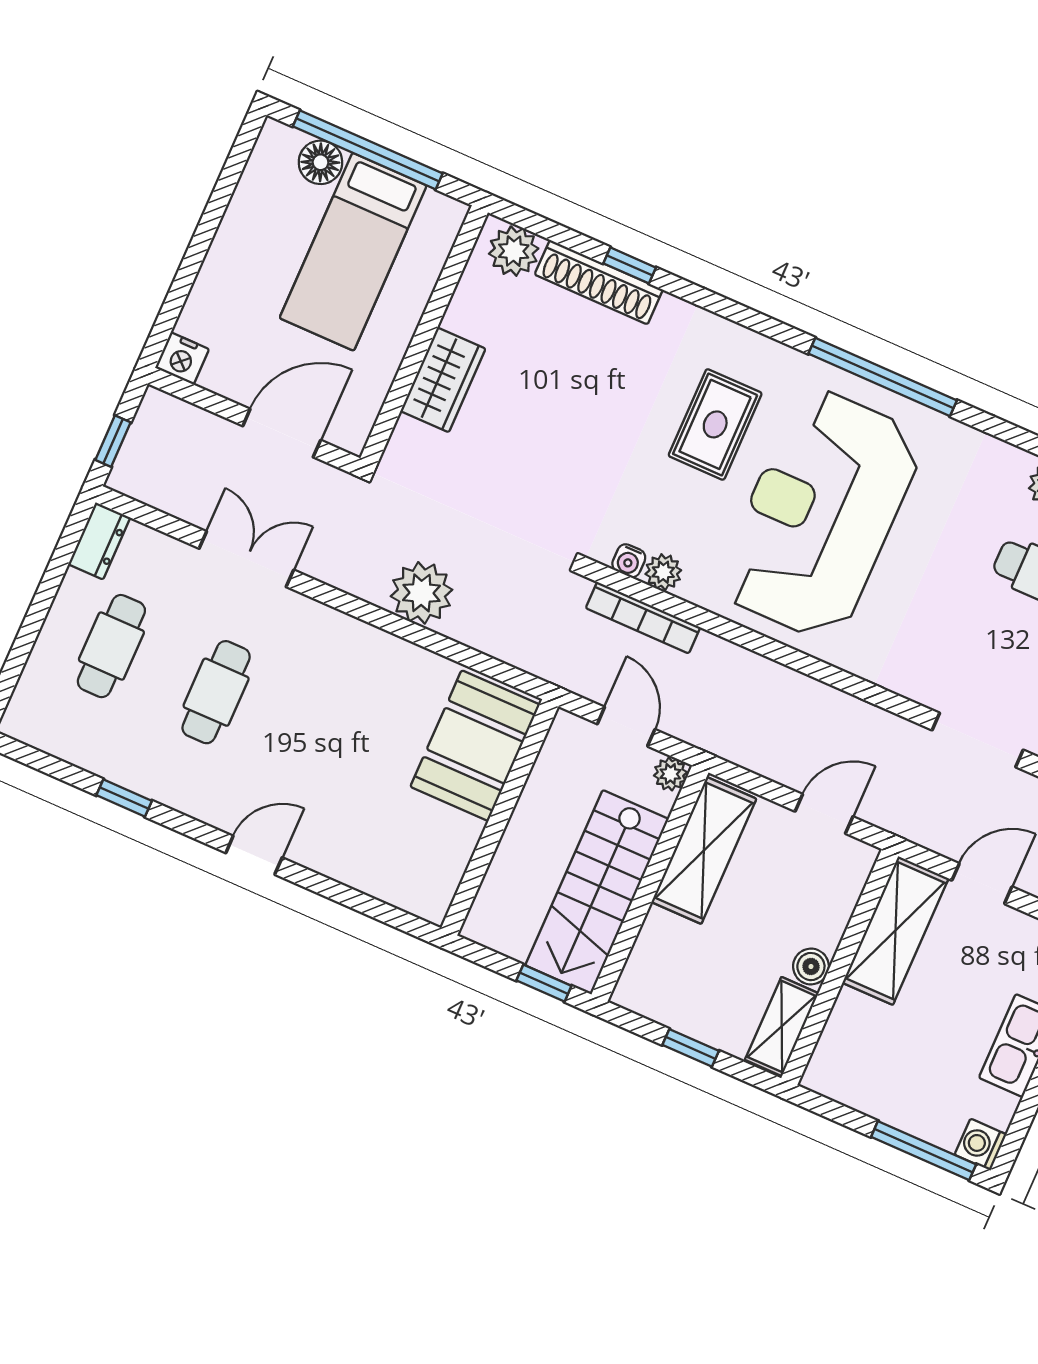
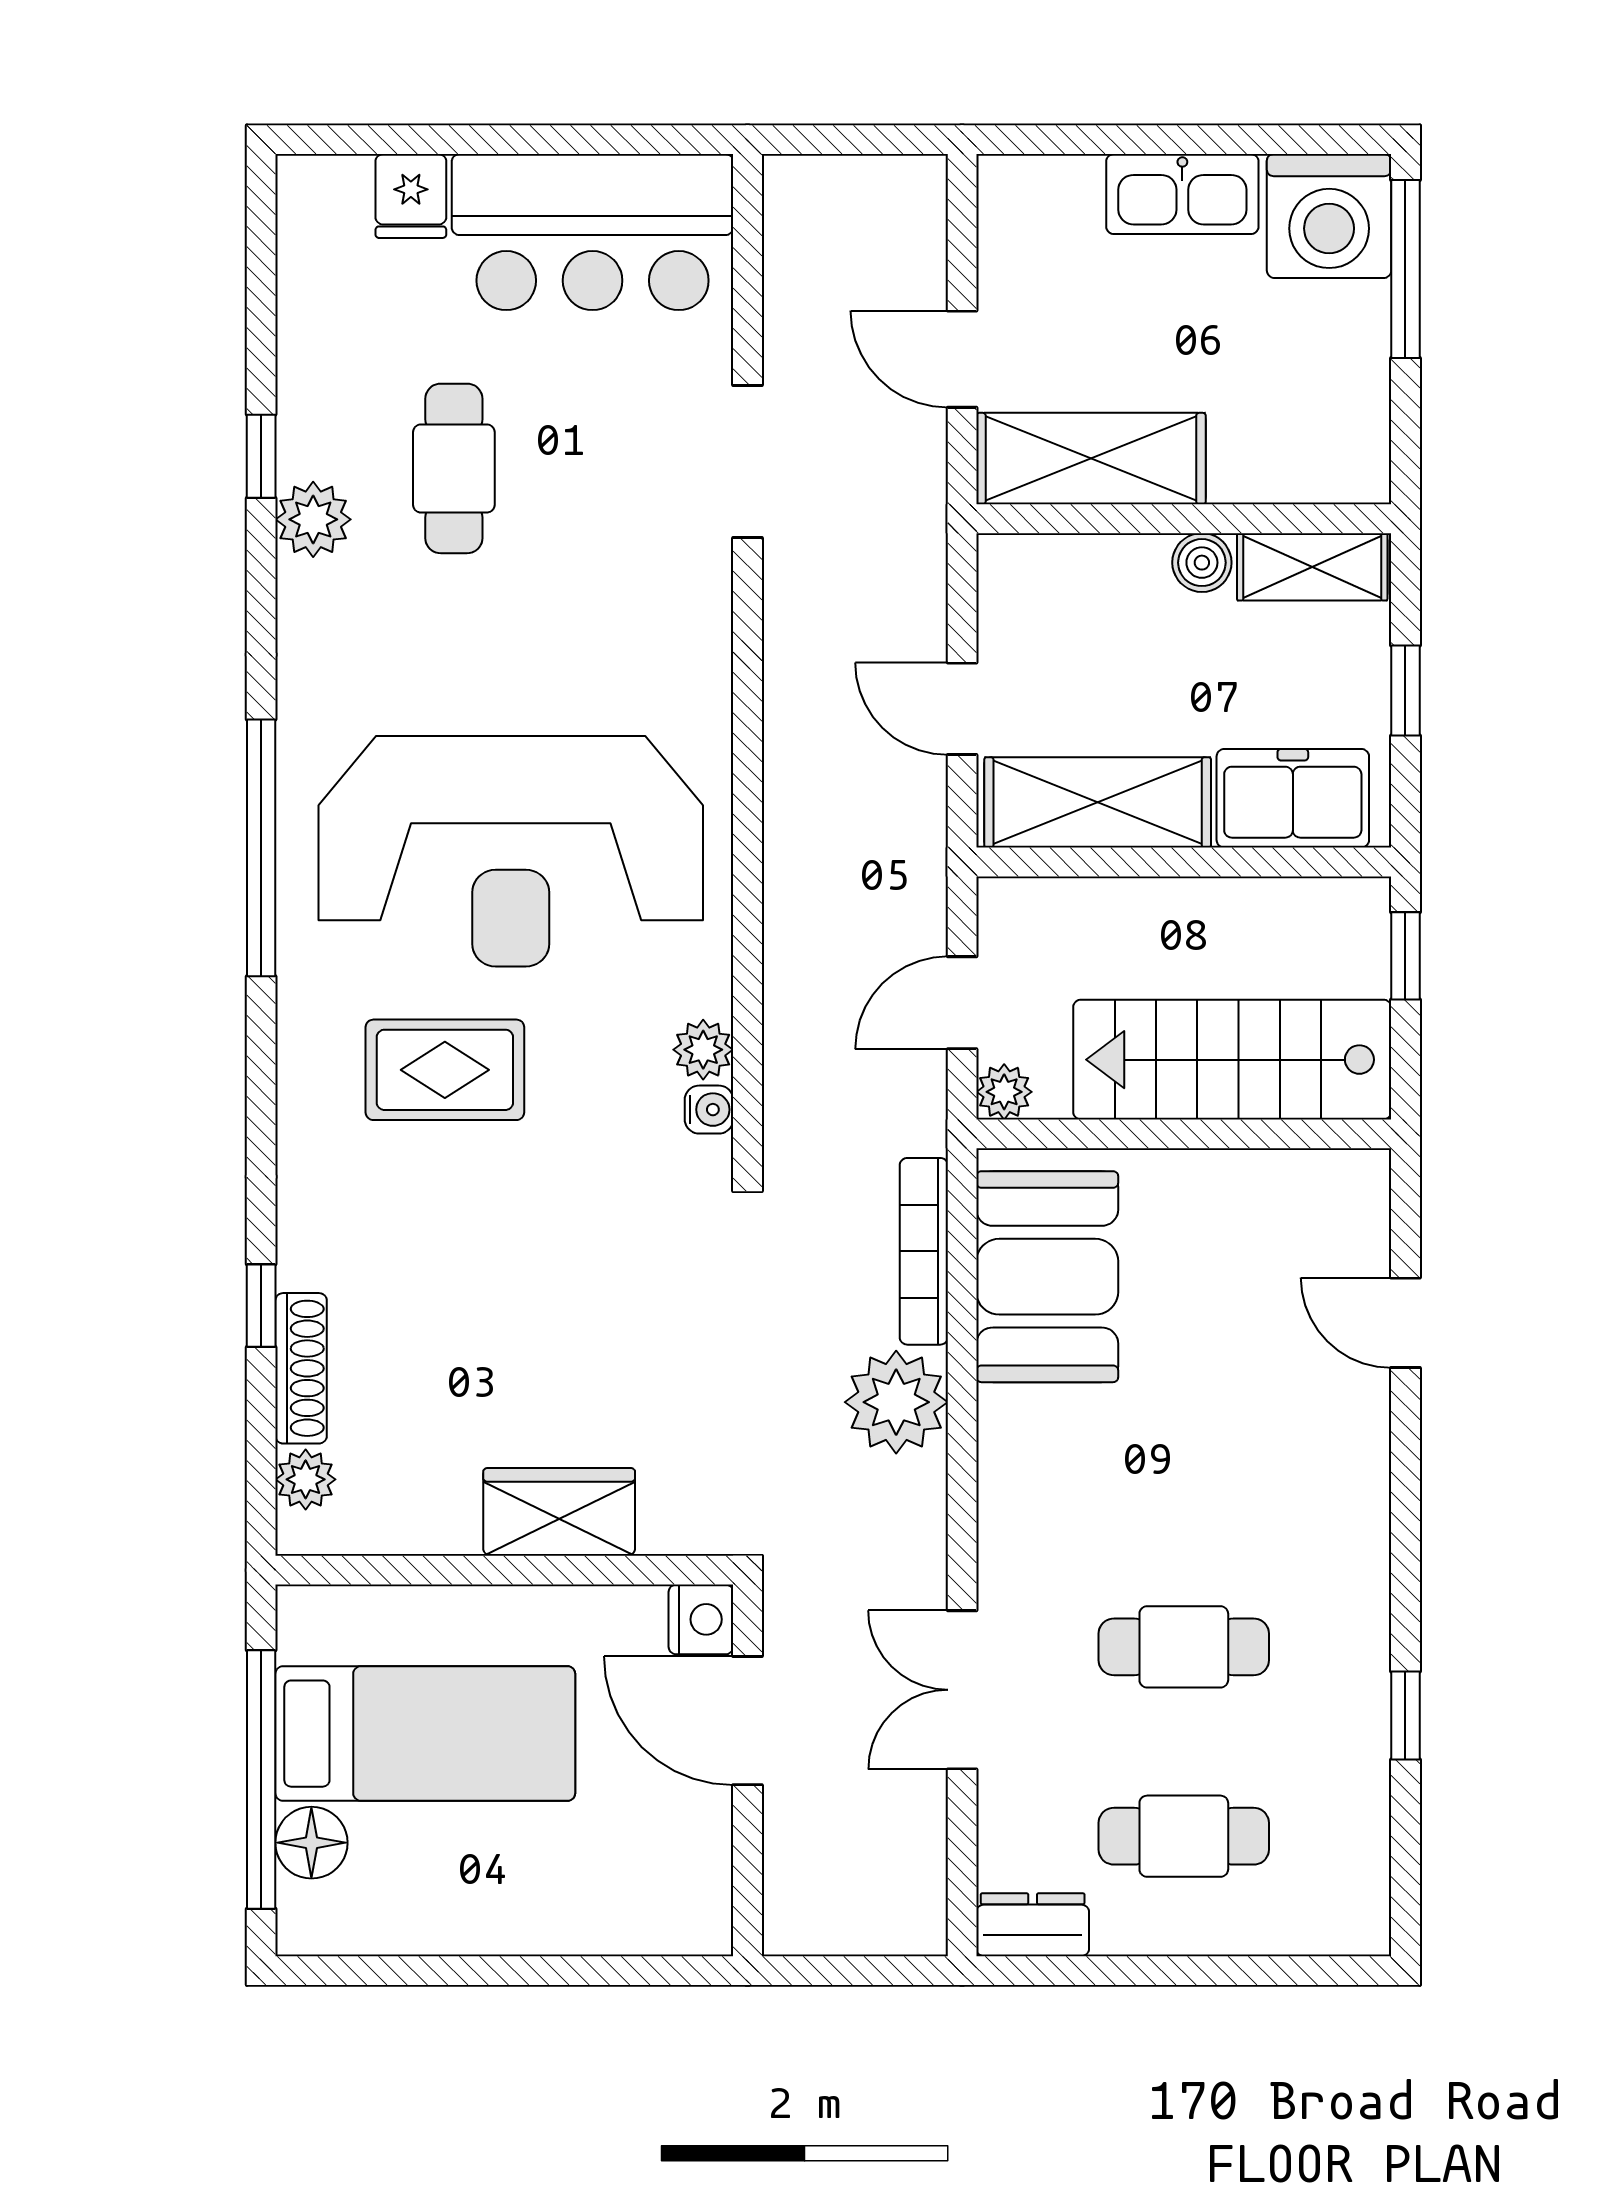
plant: (514, 251) -> (306, 1479), width x0.73, depth x0.73
shoe rack: (599, 282) -> (301, 1368), width x0.74, depth x0.81
nightstand: (182, 358) -> (701, 1619), moved
window: (113, 441) -> (872, 1971), removed
bookcase: (643, 618) -> (924, 1251), moved, turned 180
booth: (475, 746) -> (1047, 1277), moved, turned 90
plant: (670, 774) -> (1004, 1092), moved
door: (824, 814) -> (962, 709), moved
door: (254, 855) -> (1405, 1323), moved
stairs: (597, 892) -> (1232, 1060), moved, turned 180
freezer: (659, 959) -> (1293, 798), added
washing machine: (981, 1145) -> (1329, 216), width x1.89, depth x1.89

